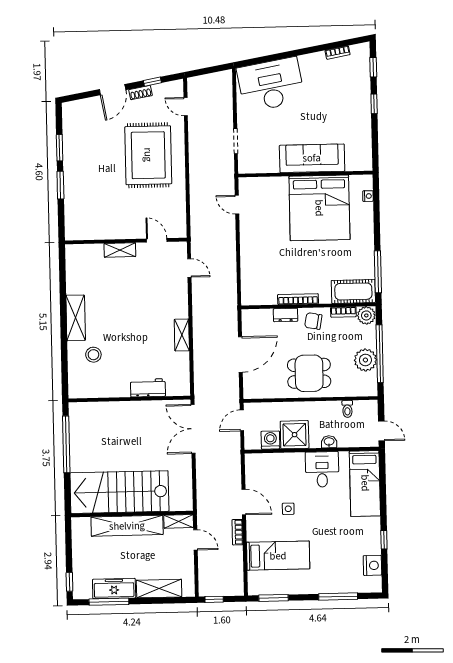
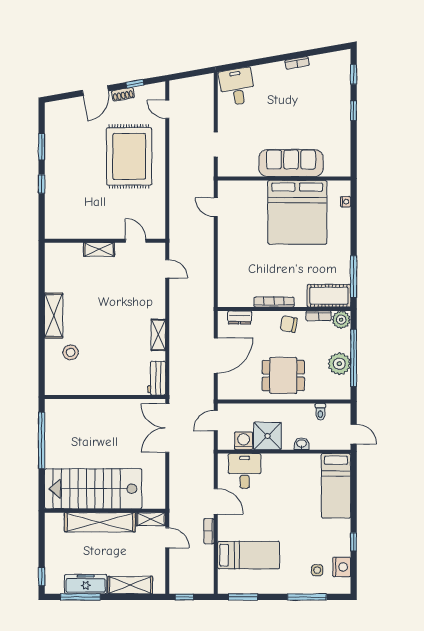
bookcase: (338, 52) -> (297, 63), moved
desk: (271, 85) -> (237, 87), width x0.53, depth x0.77
window: (60, 185) -> (42, 184), width x0.67
dresser: (286, 315) -> (240, 317), moved
workbench: (148, 388) -> (157, 378), moved, turned -90
desk: (322, 469) -> (245, 471), moved
side table: (288, 509) -> (317, 570), moved

